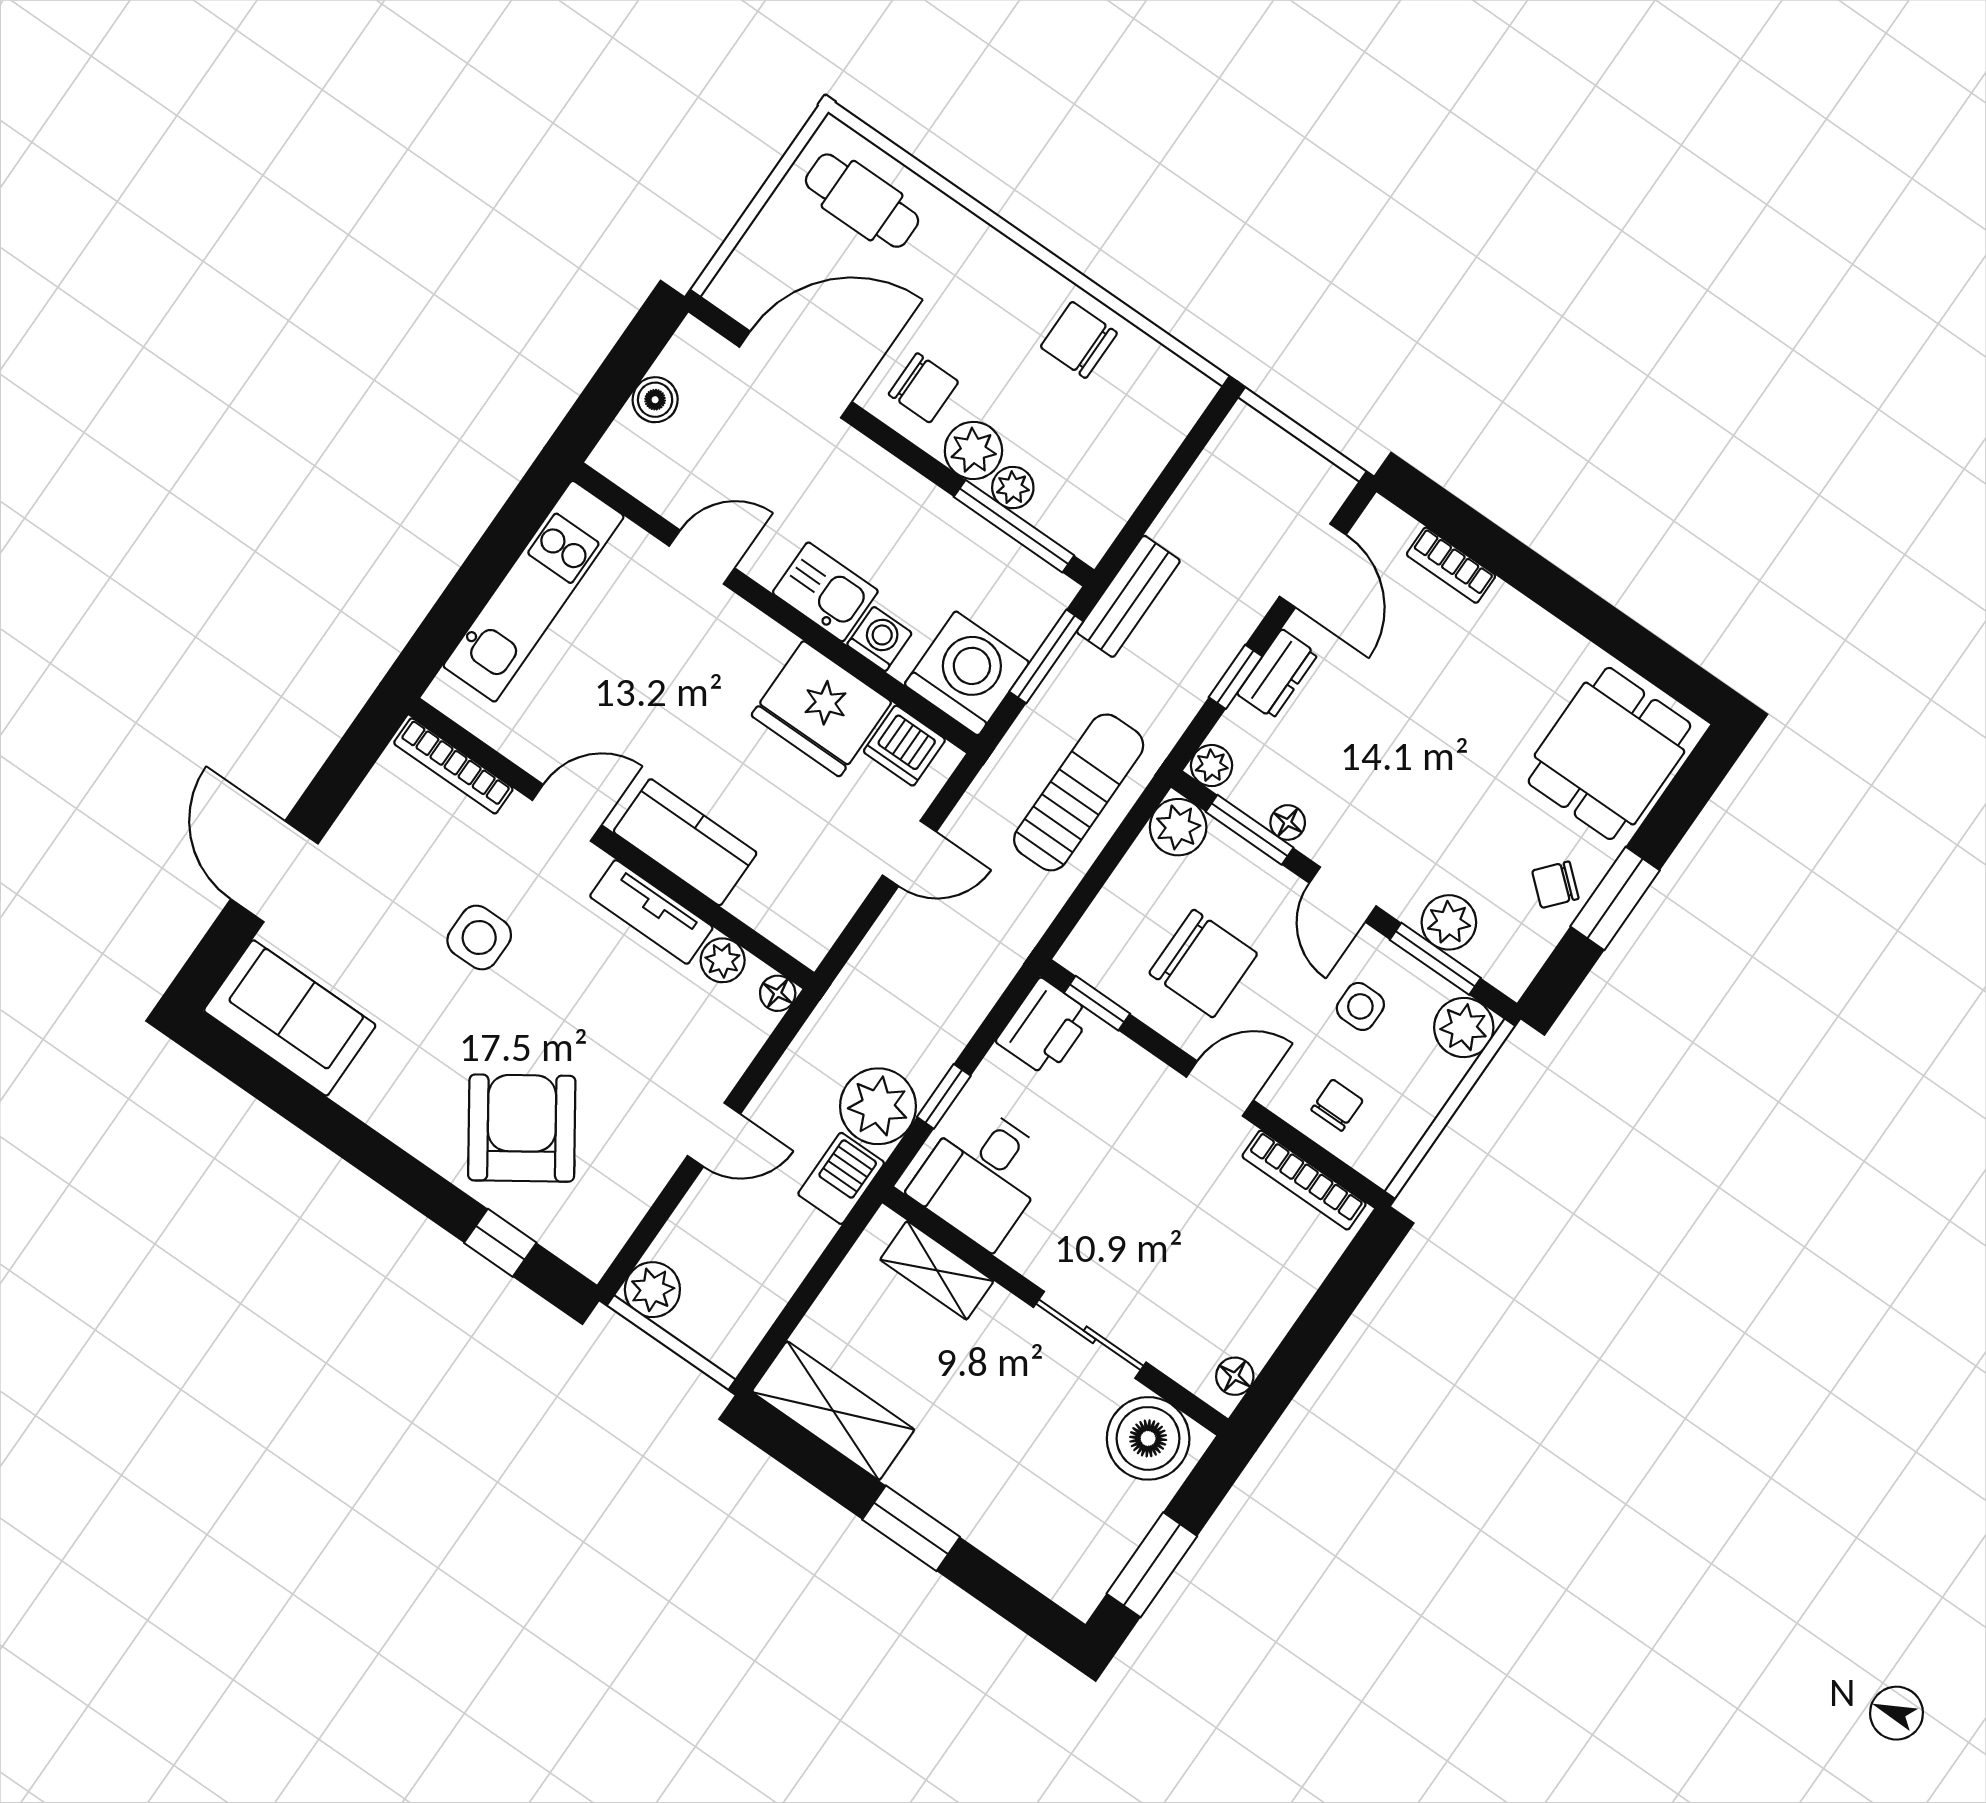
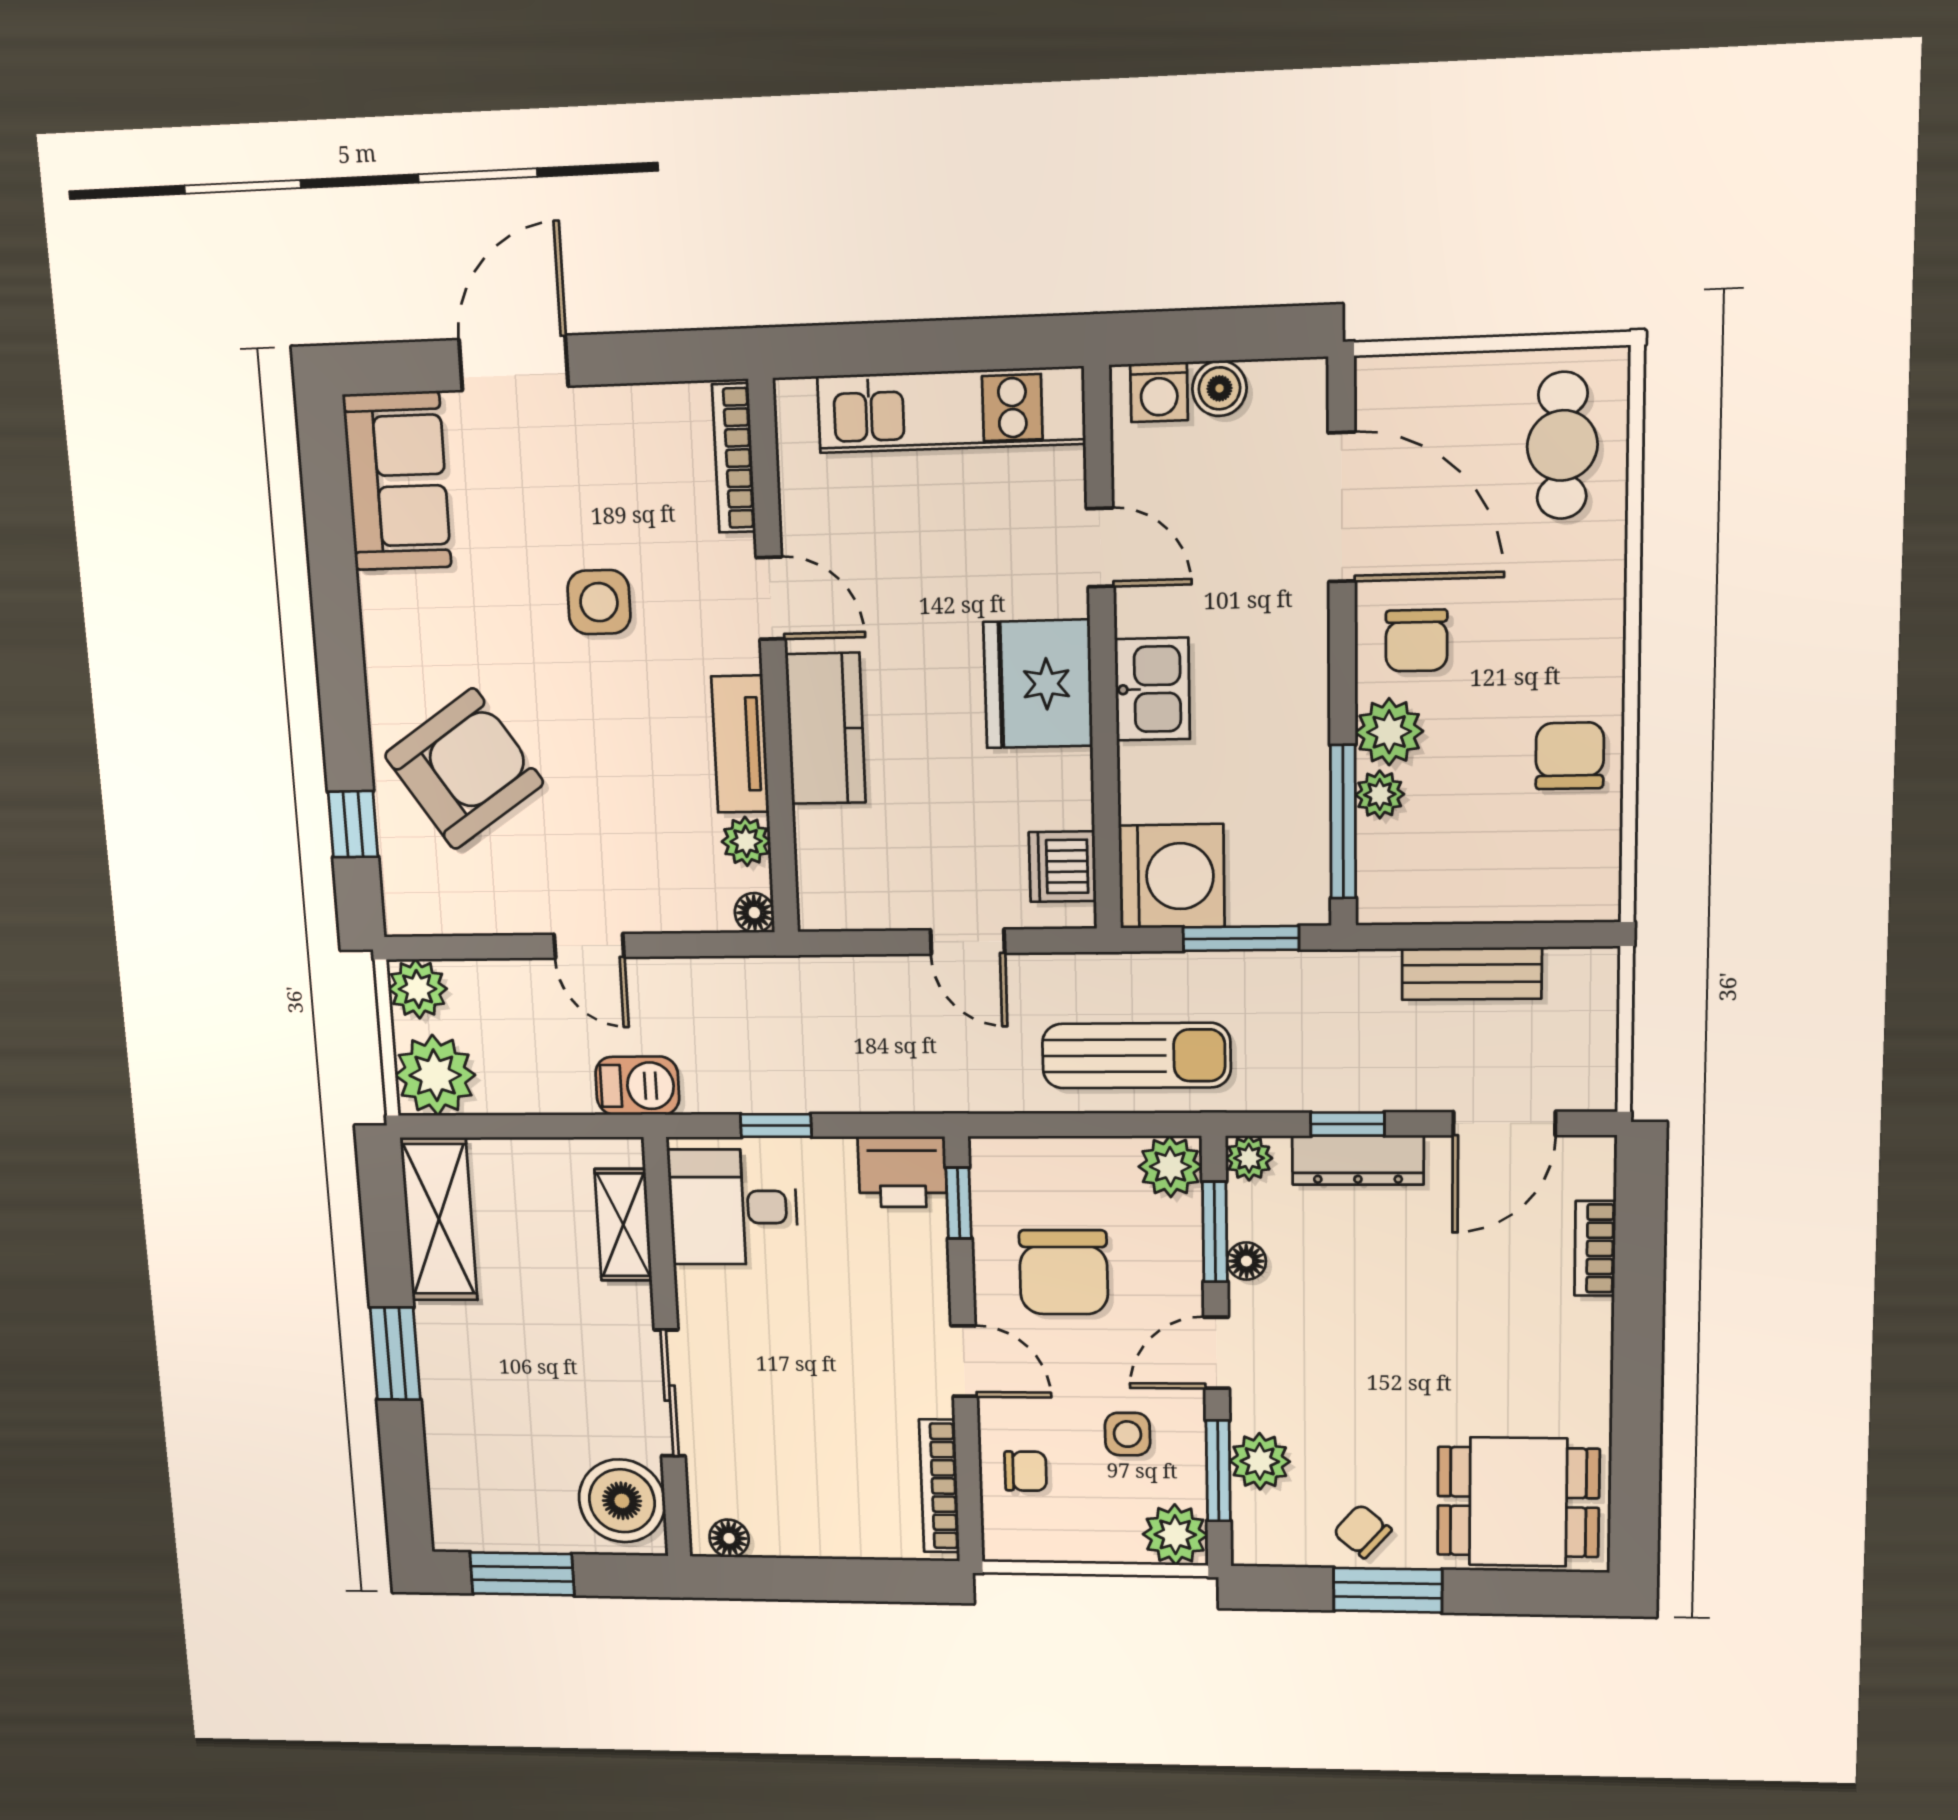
bench: (1128, 596) -> (1472, 974), moved
washing machine: (879, 639) -> (1159, 392), moved, turned 90
dresser: (1277, 674) -> (1358, 1160), width x1.44
fridge: (821, 709) -> (1038, 684), moved
plant: (878, 1106) -> (435, 1075), moved

